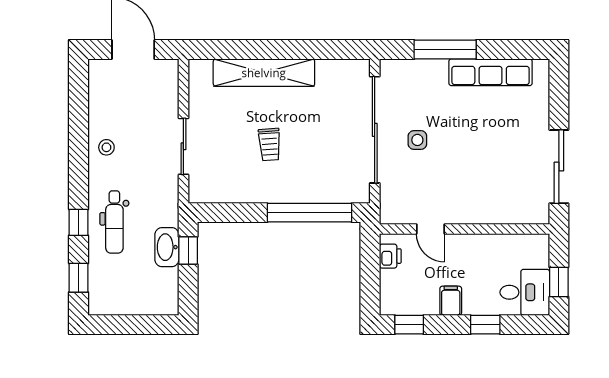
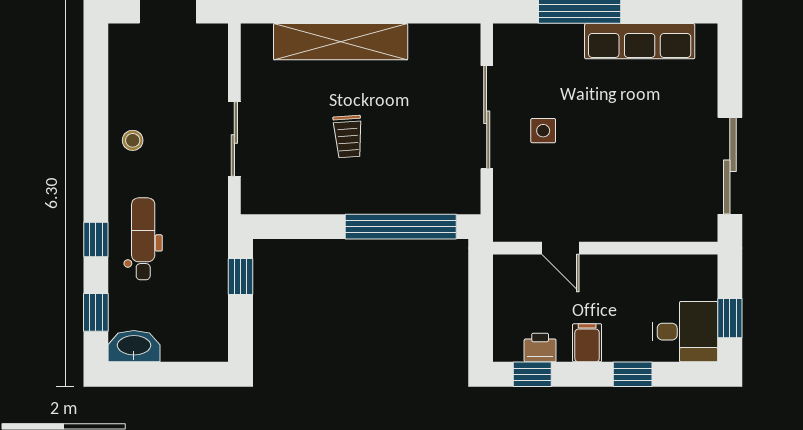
sliding door: (375, 130) -> (487, 117), width x0.73
dental chair: (114, 222) -> (143, 239), turned 180
washbasin: (167, 247) -> (134, 346), moved, turned 90
printer: (390, 256) -> (540, 348), moved, turned -90

